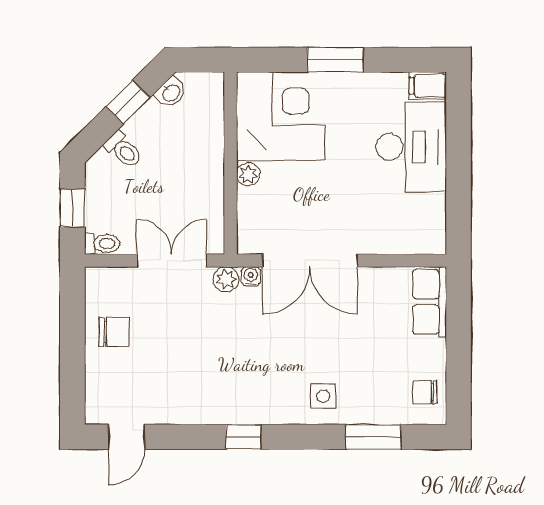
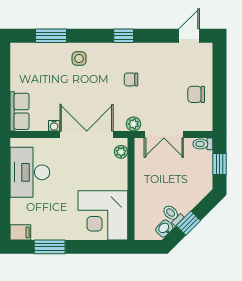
window: (335, 60) -> (50, 247), moved
desk: (411, 147) -> (30, 172), moved
toilet: (124, 150) -> (173, 215), moved
plant: (248, 174) -> (121, 152), moved
water cooler: (251, 276) -> (54, 126), moved
chair: (425, 392) -> (131, 79), moved, turned 180

